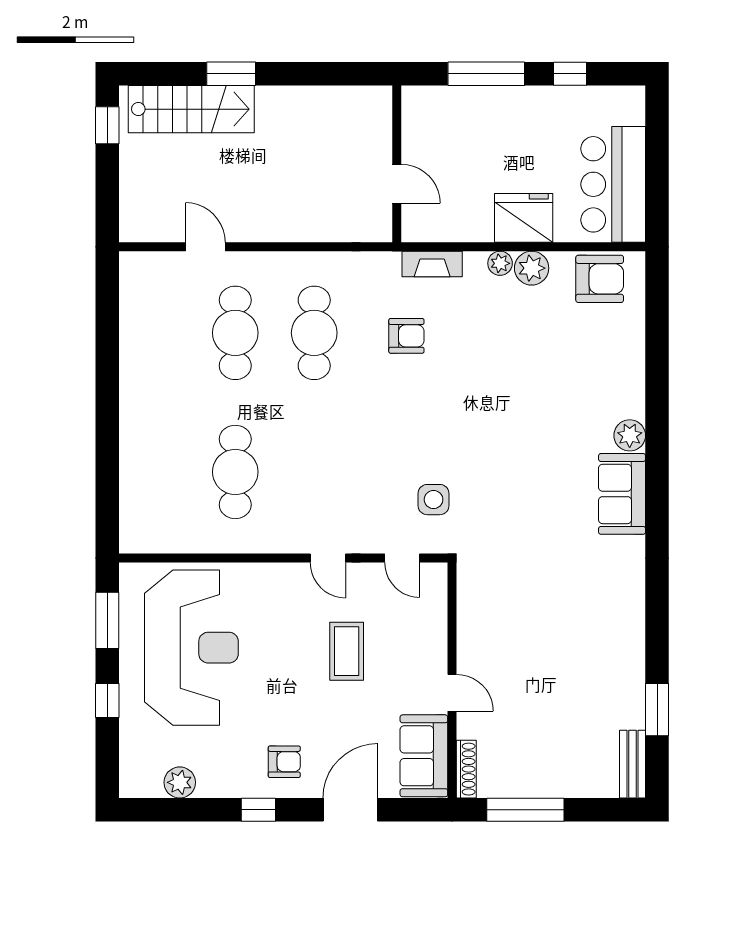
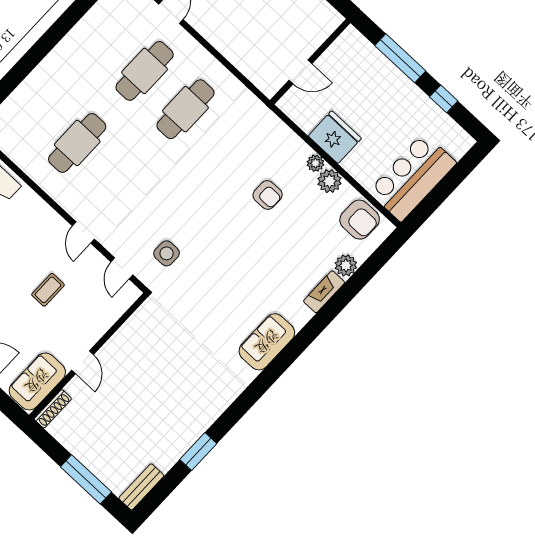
door: (397, 184) -> (301, 72), hinge flipped
fridge: (524, 218) -> (335, 137), moved
fireplace: (432, 264) -> (324, 292), moved, turned 90
armchair: (406, 336) -> (268, 195), moved
plant: (630, 435) -> (346, 265), moved
coffee table: (347, 651) -> (48, 290), width x0.73, depth x0.77
window: (657, 710) -> (198, 452), moved
window: (525, 810) -> (86, 479), moved

